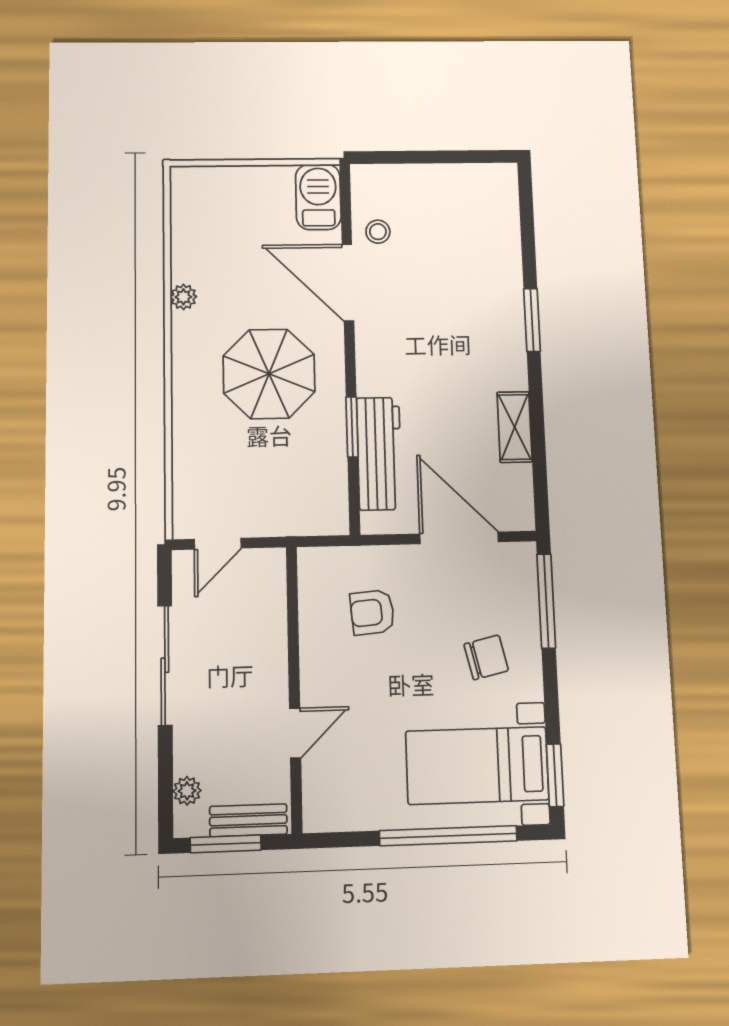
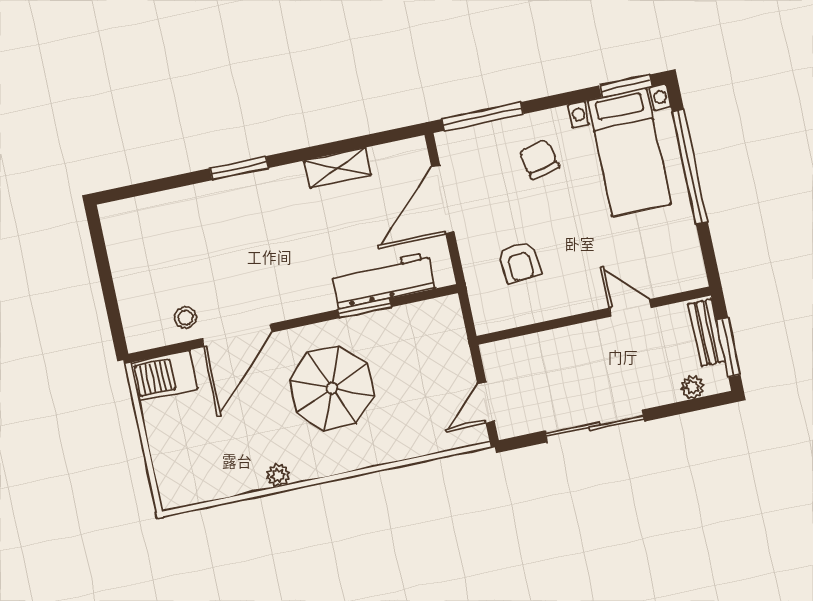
door: (218, 544) -> (486, 403), swing flipped

